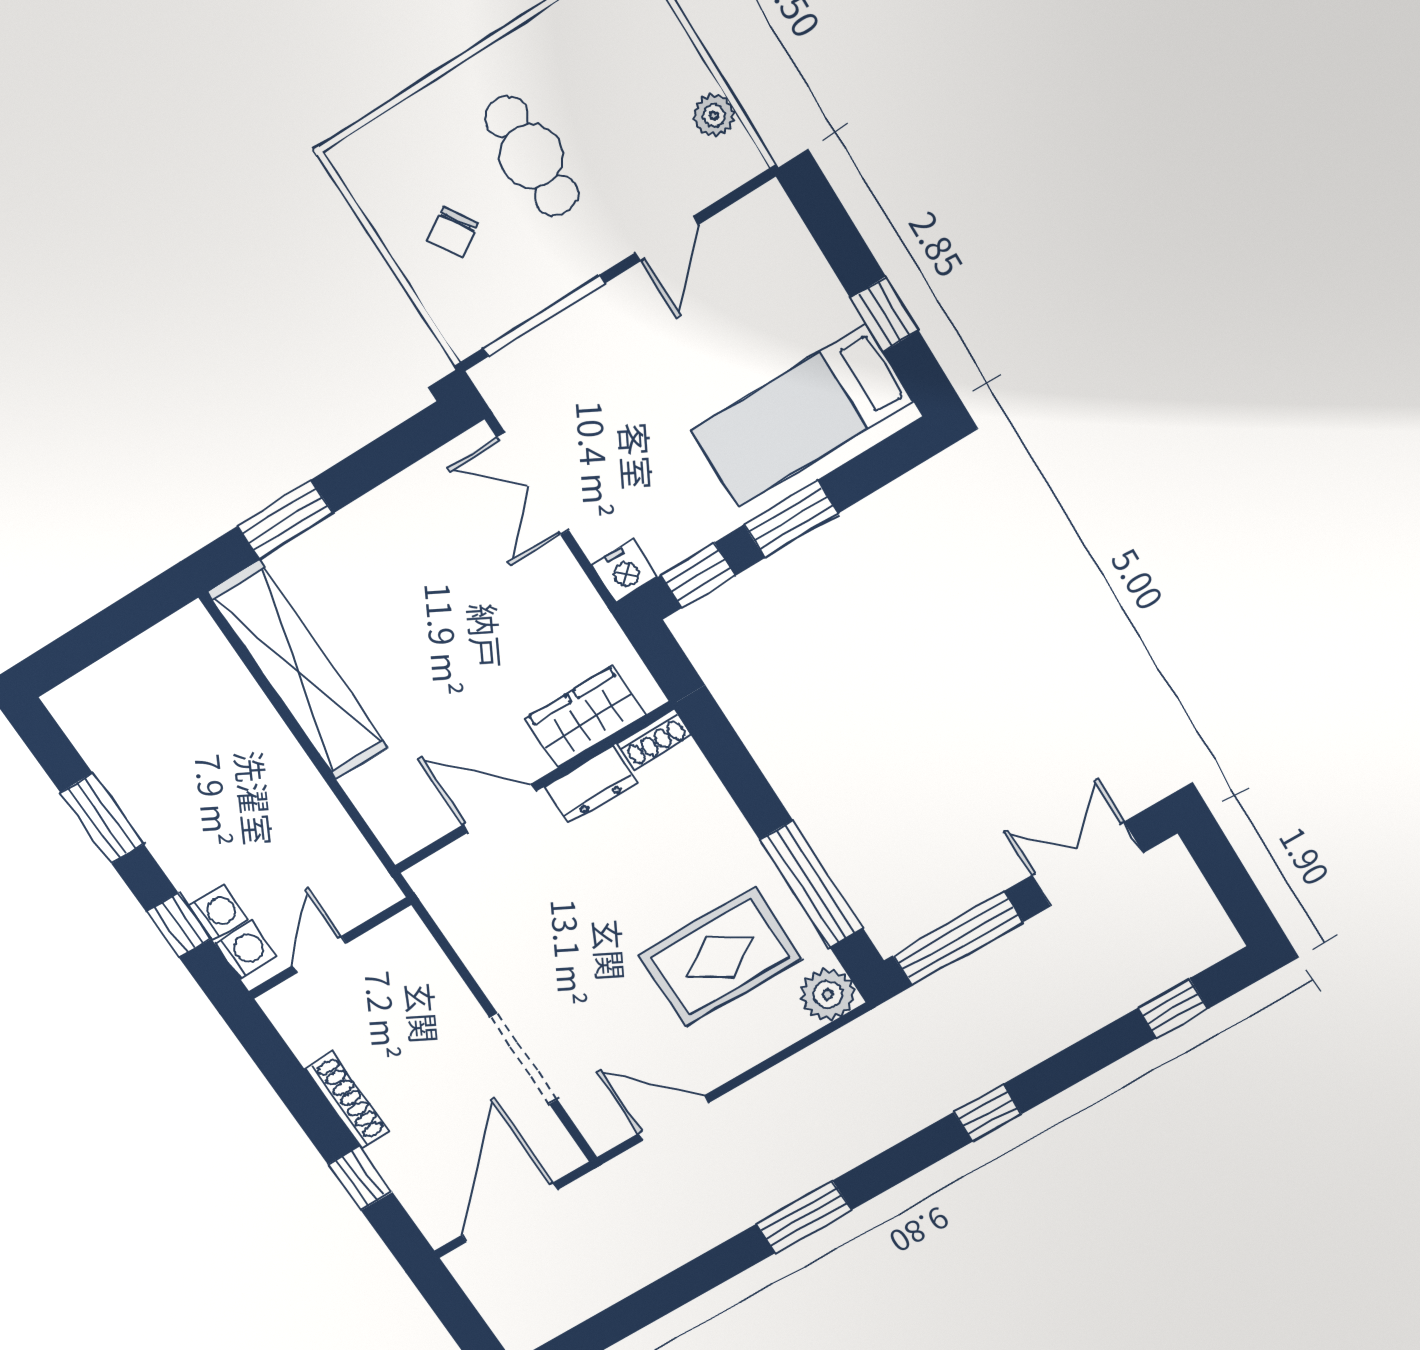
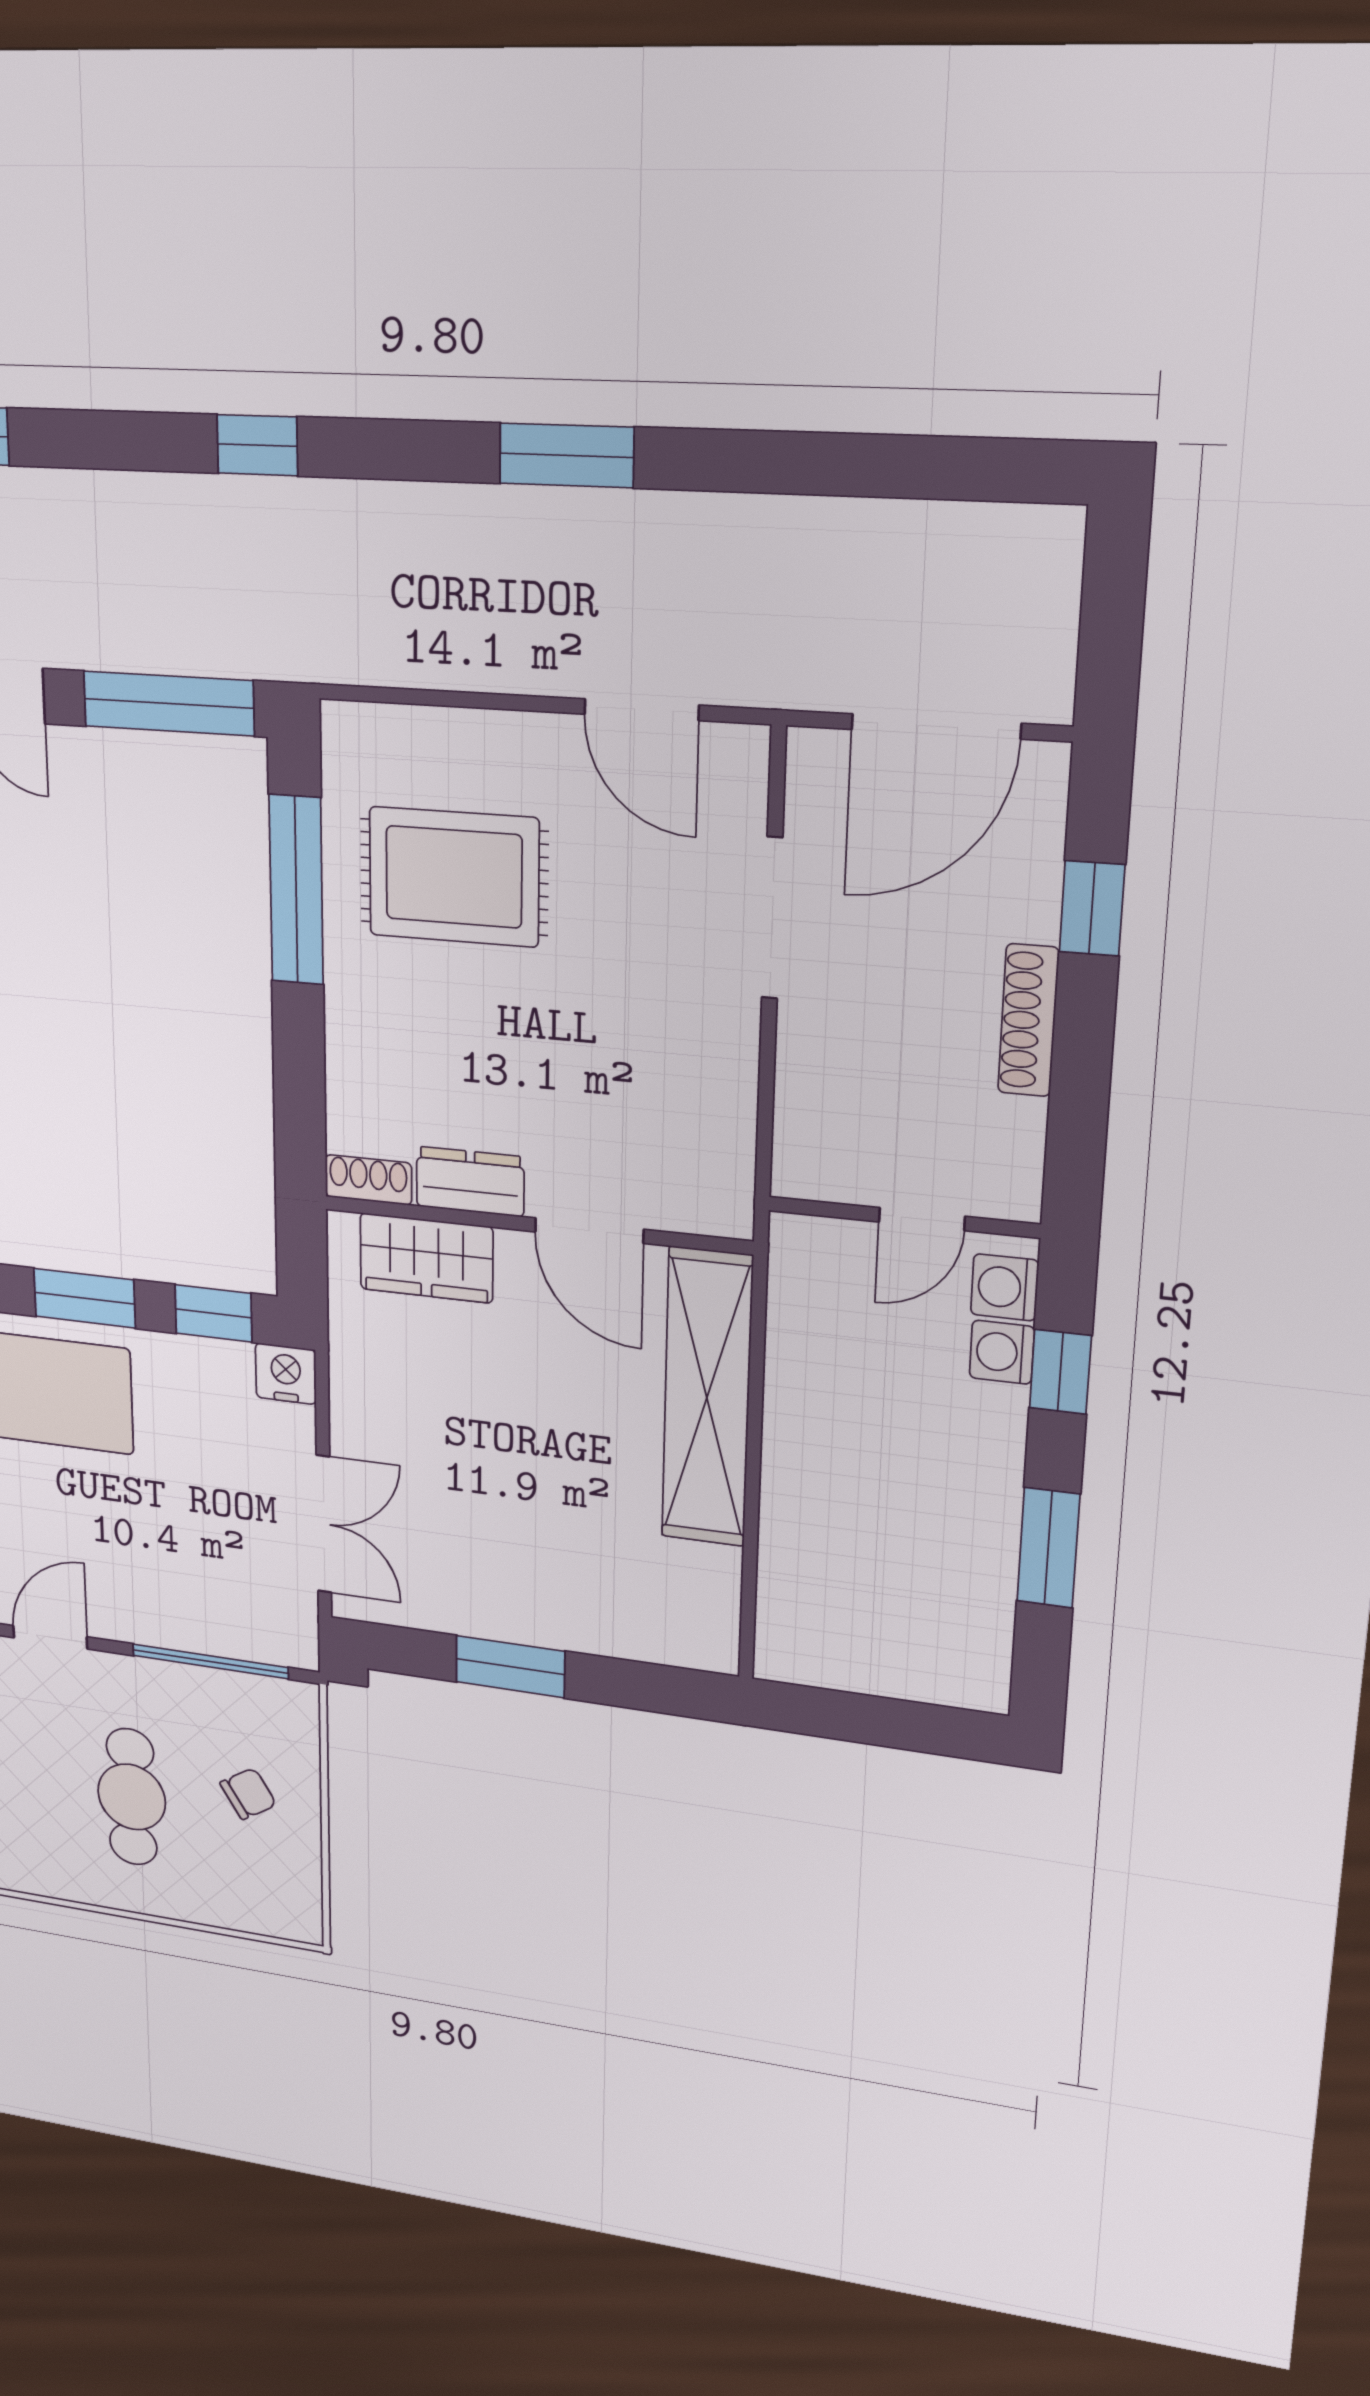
window: (285, 520) -> (510, 1667), moved
shelving: (298, 671) -> (707, 1398), moved
plant: (828, 994) -> (357, 740), removed

